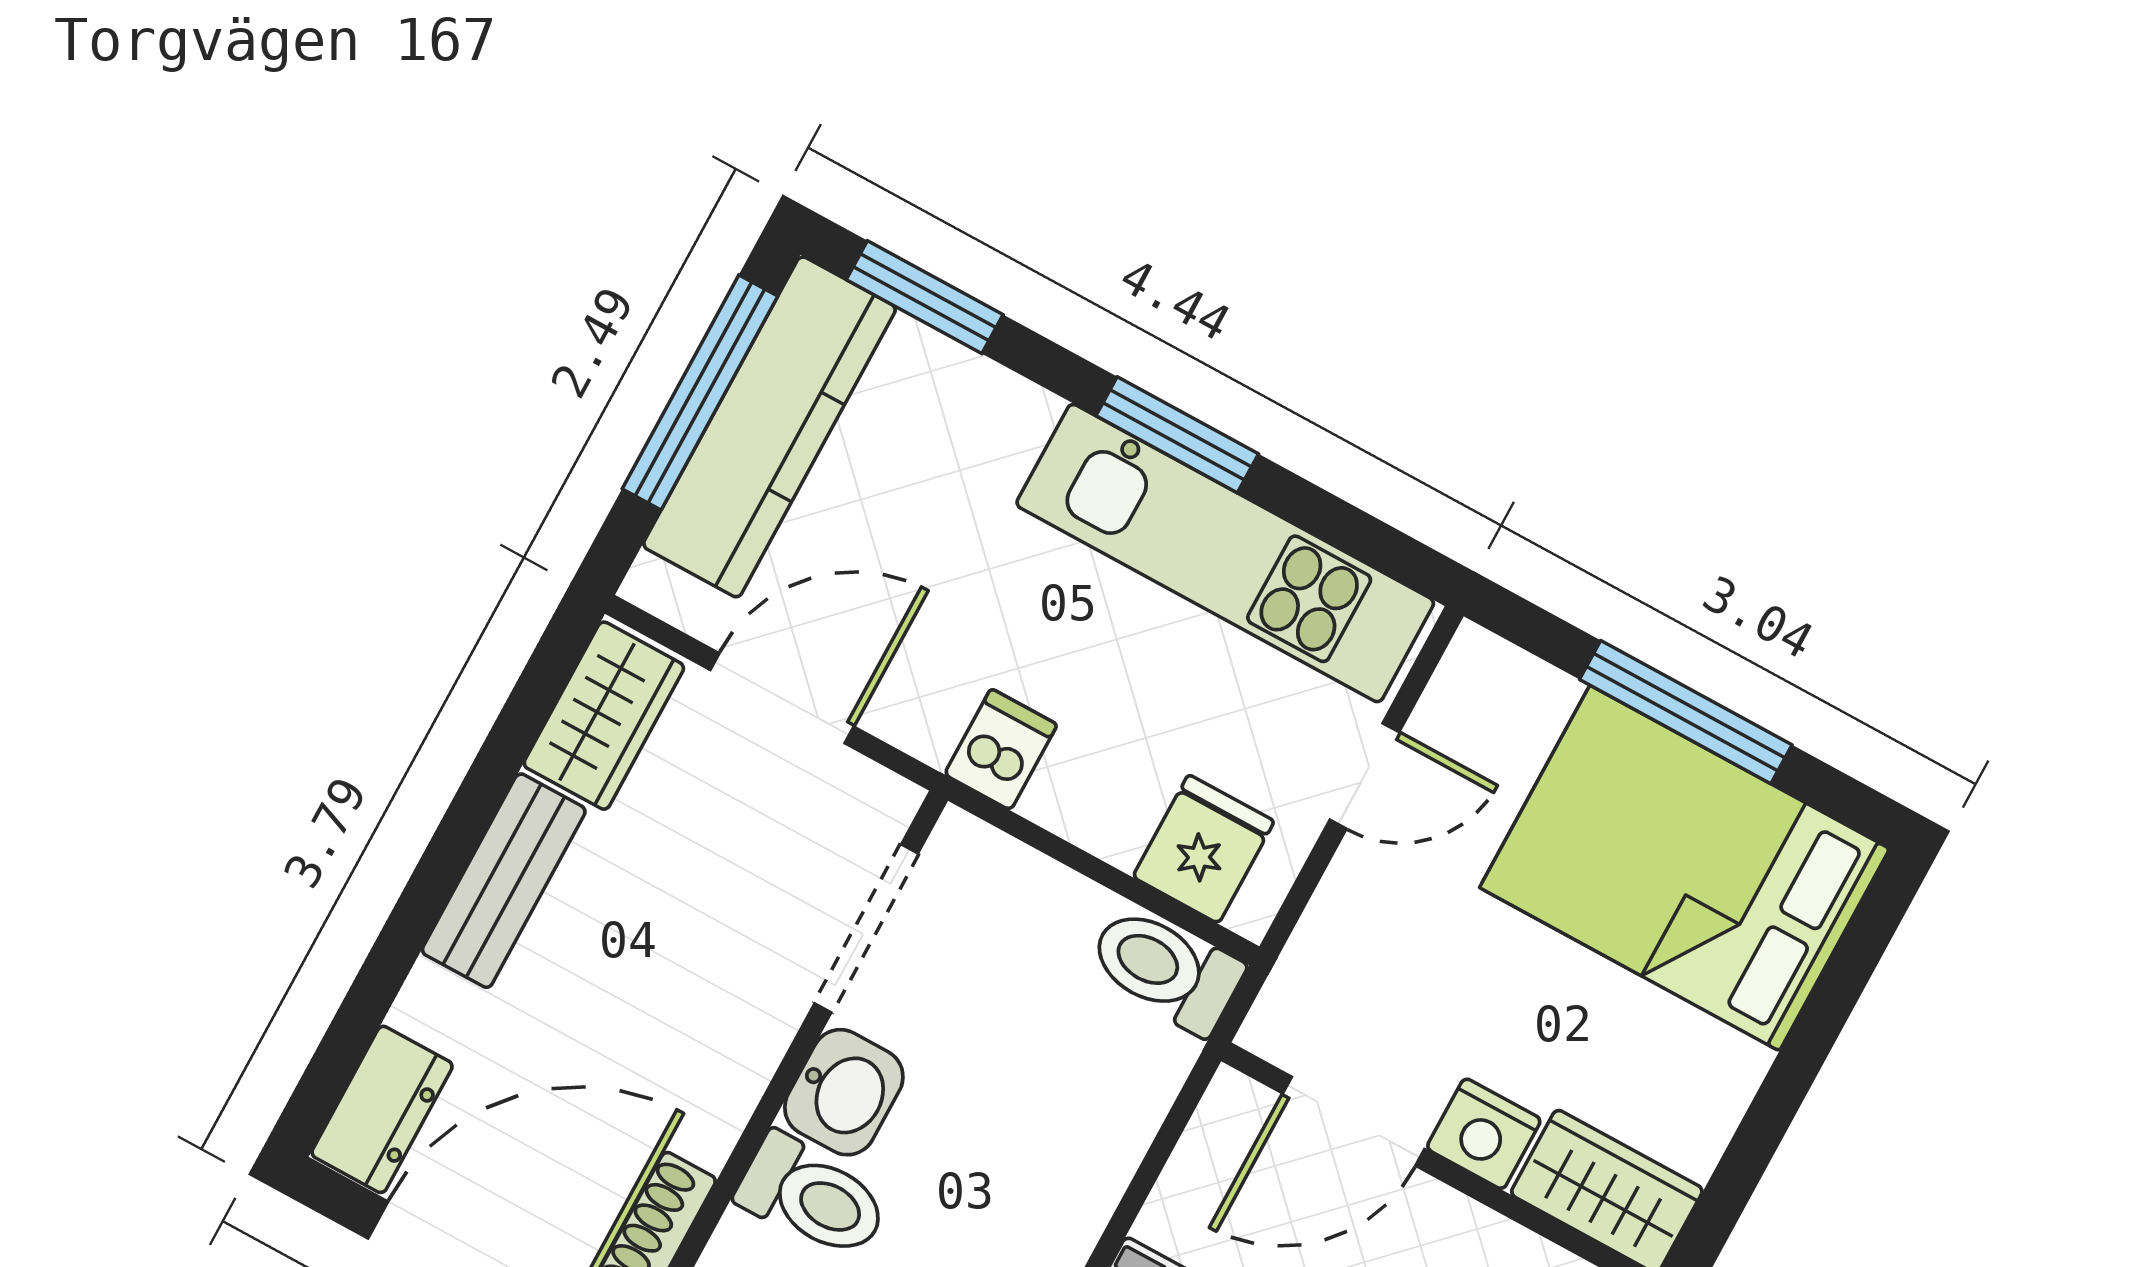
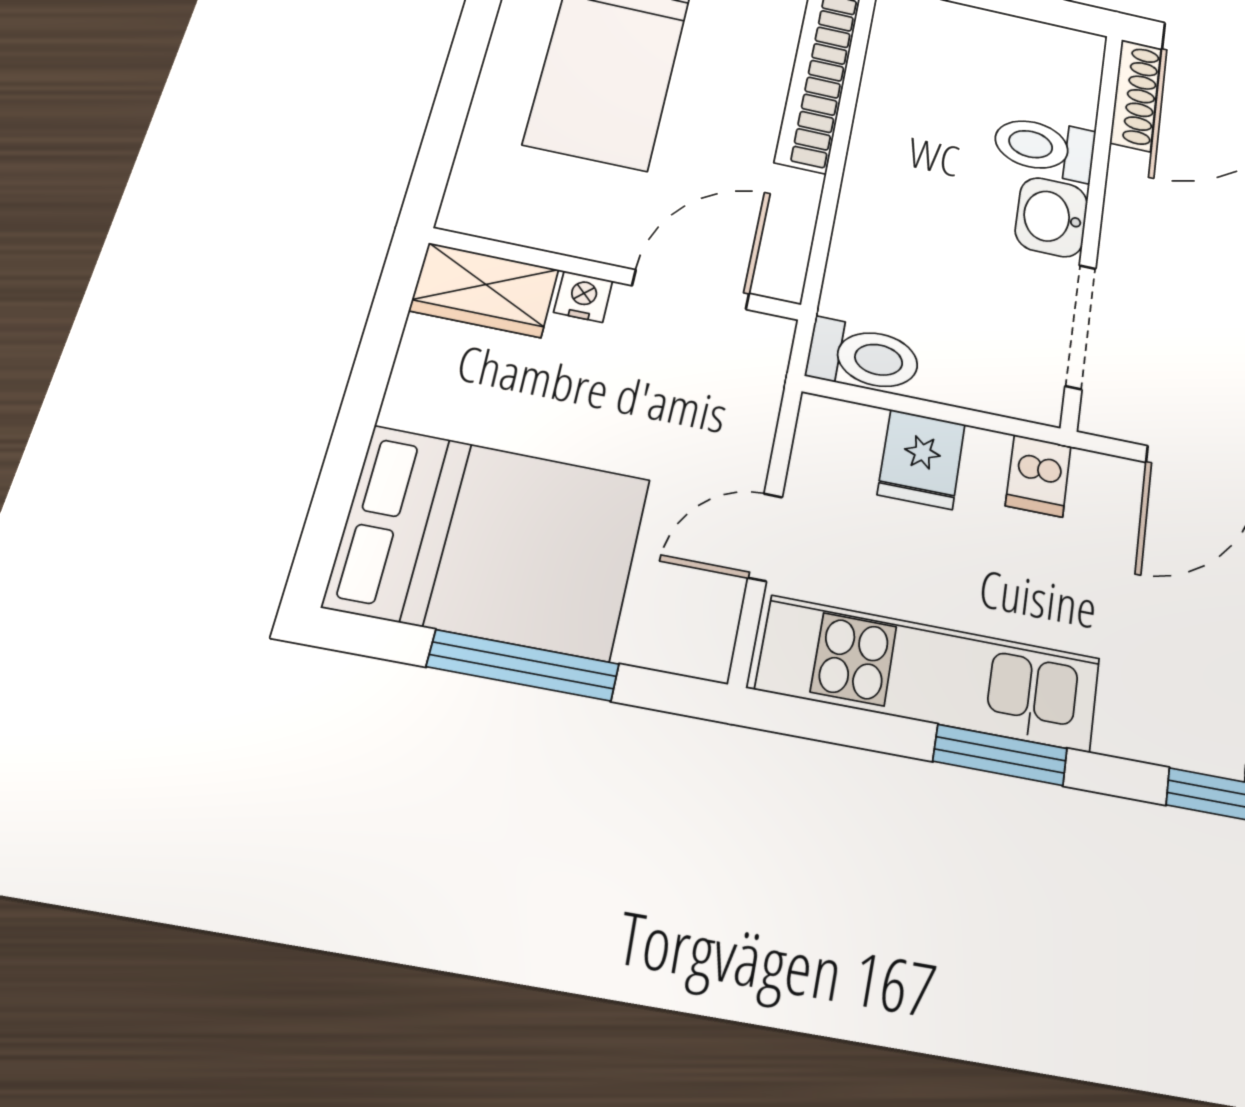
fridge: (1203, 849) -> (921, 459), moved
nightstand: (1484, 1134) -> (583, 297), width x0.72, depth x0.74

